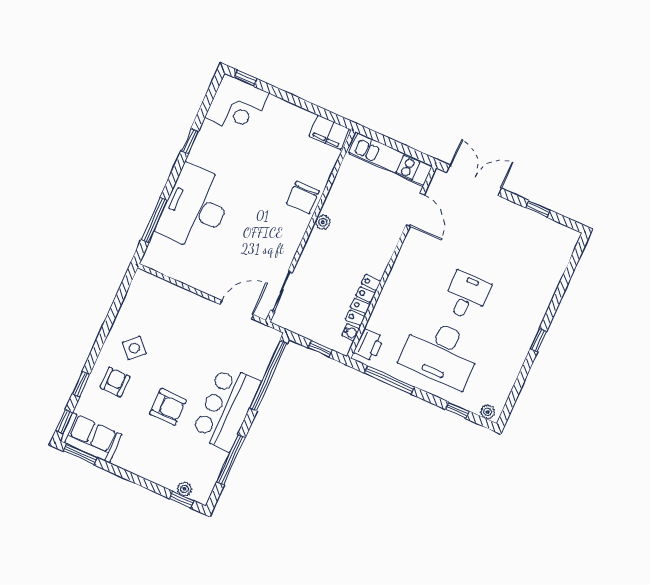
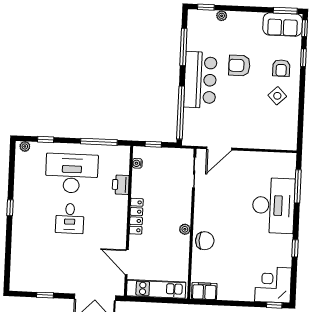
chair: (303, 197) -> (205, 241), turned 90
locker: (363, 300) -> (136, 216), moved
printer: (369, 345) -> (121, 185), moved
plant: (184, 489) -> (222, 16), moved

